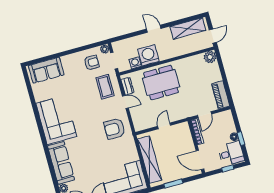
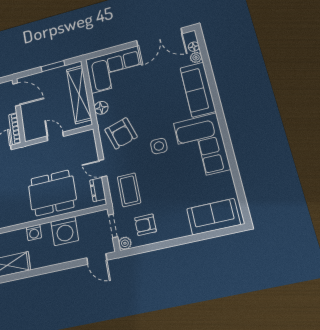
door: (154, 29) -> (97, 259), moved
washing machine: (135, 63) -> (34, 233), moved
side table: (86, 119) -> (159, 146), added
door: (164, 126) -> (55, 136), swing flipped
armchair: (114, 129) -> (121, 133), turned 73
floor lamp: (131, 149) -> (101, 108), added

